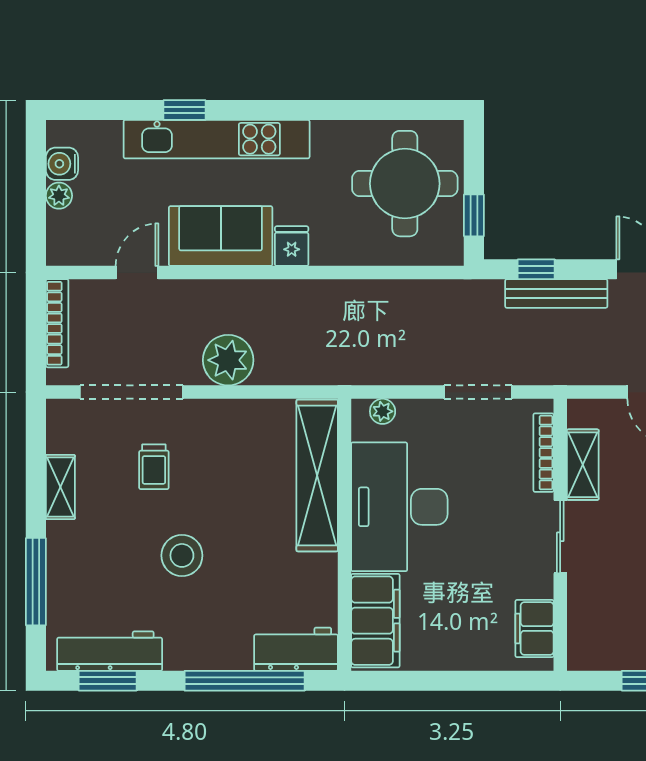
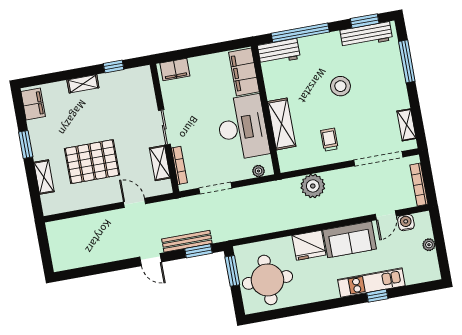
kitchen unit: (217, 139) -> (371, 283), width x0.73
water cooler: (62, 164) -> (406, 223), moved, turned -90
window: (474, 215) -> (232, 271), width x1.50
fridge: (292, 246) -> (309, 245), width x1.88, depth x1.34
window: (536, 269) -> (198, 251), width x1.50
plant: (228, 360) -> (313, 186), moved
trolley: (154, 467) -> (329, 140), moved
shelving: (317, 475) -> (282, 124), width x0.68
shelving: (60, 487) -> (407, 125), moved
filing cabinet: (534, 629) -> (175, 70), moved, turned 90

